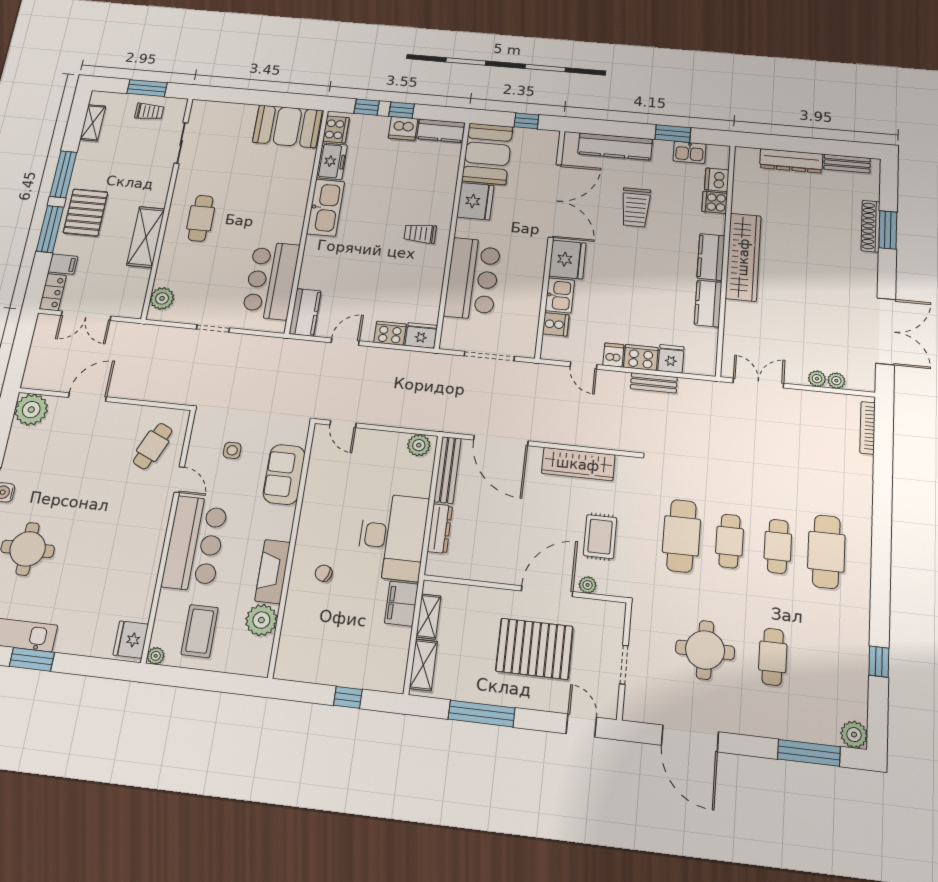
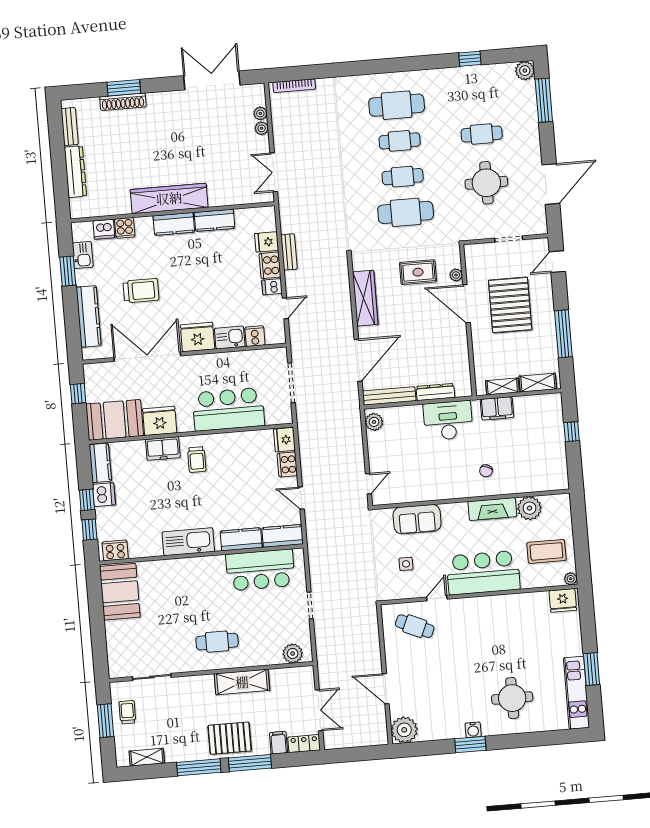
freezer: (332, 161) -> (163, 449), moved, turned 180
kitchen counter: (313, 265) -> (241, 539), added
desk: (392, 537) -> (448, 420), width x0.73, depth x0.77

